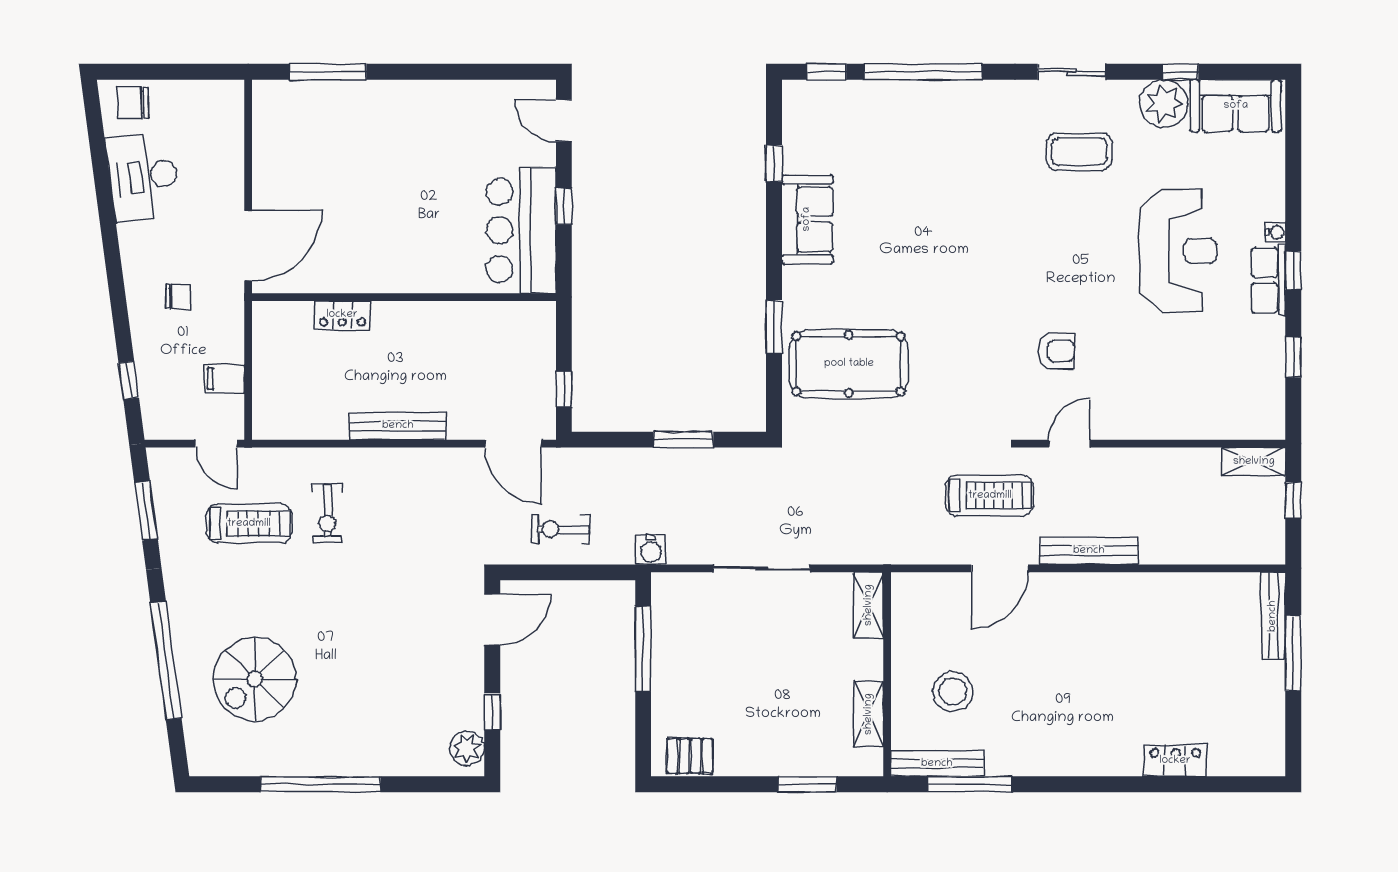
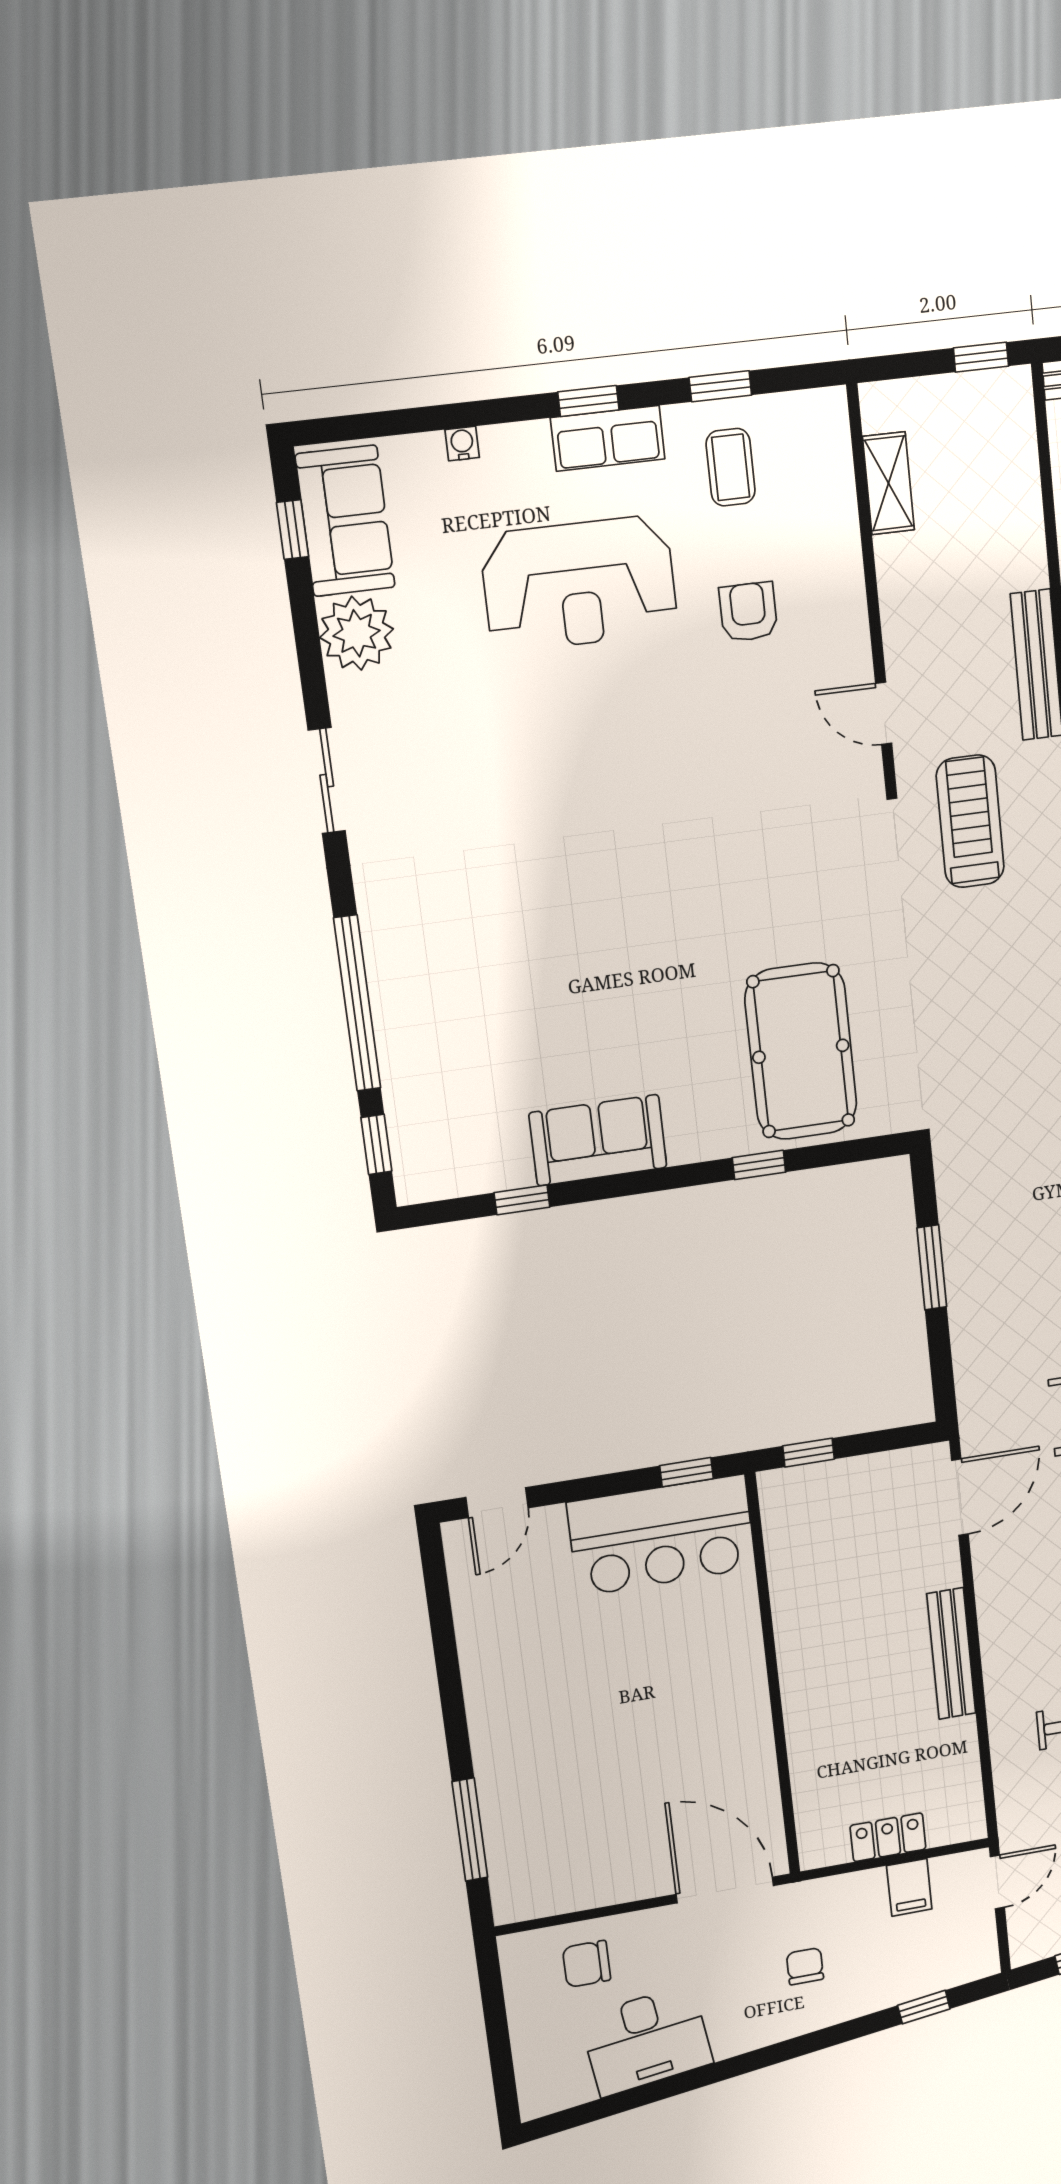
window: (1180, 72) -> (293, 530), moved
chair: (133, 103) -> (586, 1964), moved, turned 90
coffee table: (1079, 151) -> (731, 467), moved, width x0.73, depth x0.77
window: (564, 206) -> (686, 1472), moved
water cooler: (1276, 232) -> (462, 444), moved
reception desk: (1178, 251) -> (579, 584), turned 180
locker: (342, 315) -> (888, 1837), moved, turned -90
window: (774, 327) -> (759, 1165), width x0.67
armchair: (1056, 351) -> (748, 612), moved
window: (564, 389) -> (809, 1453), moved
shelving: (1254, 462) -> (888, 483), moved
window: (1293, 500) -> (981, 357), moved

